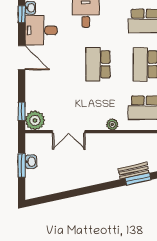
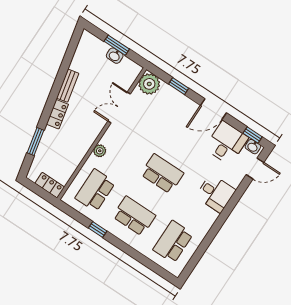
window: (22, 111) -> (179, 86), moved
bench: (133, 171) -> (68, 86), moved
locker: (106, 176) -> (57, 114), added

